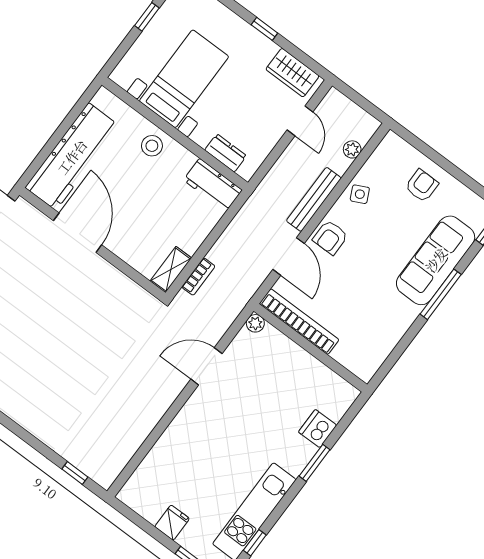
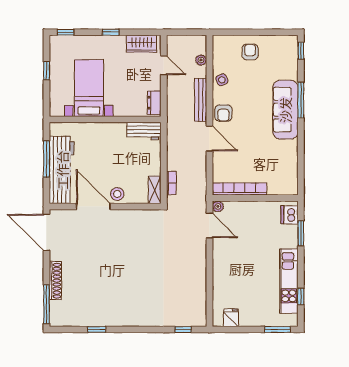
window: (63, 129) -> (46, 159), added
stool: (152, 146) -> (117, 194), moved
dresser: (226, 153) -> (154, 103), moved, turned -90
sofa: (436, 260) -> (285, 110), moved
bookcase: (299, 322) -> (239, 189), moved
plant: (255, 323) -> (218, 206), moved
wall: (310, 348) -> (255, 198), moved
door: (206, 366) -> (209, 225), swing flipped
fridge: (172, 523) -> (231, 318), moved

